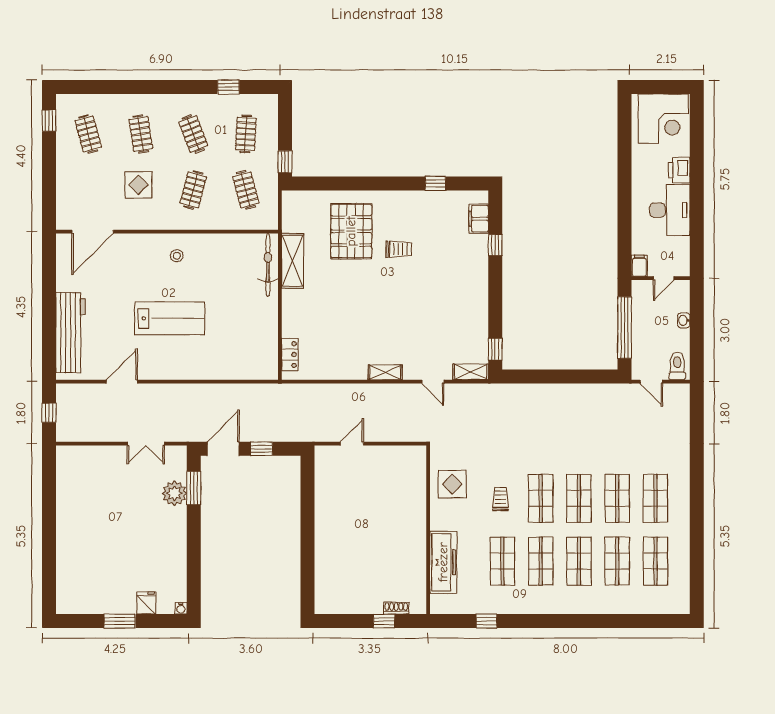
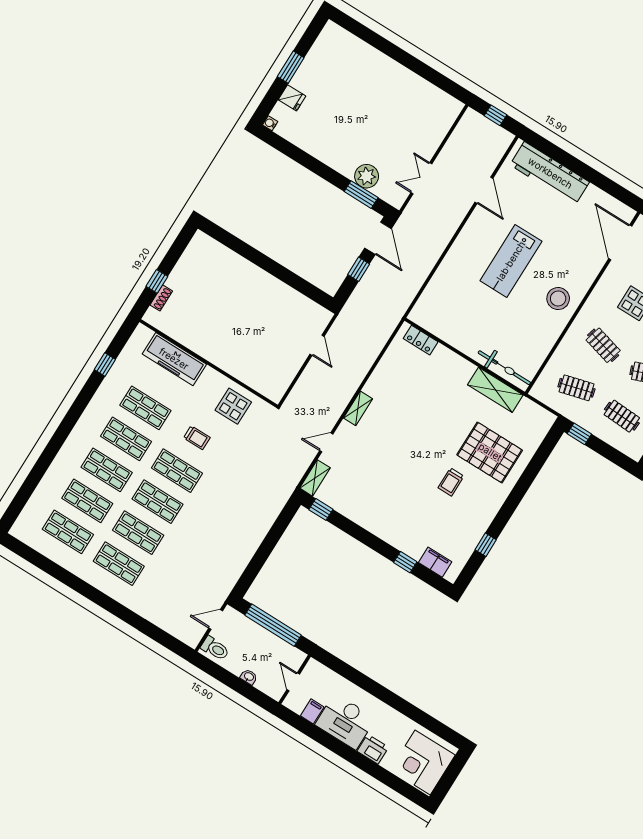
stool: (177, 256) -> (558, 299), width x1.89, depth x1.89
filing cabinet: (639, 266) -> (312, 711), moved, turned -90

